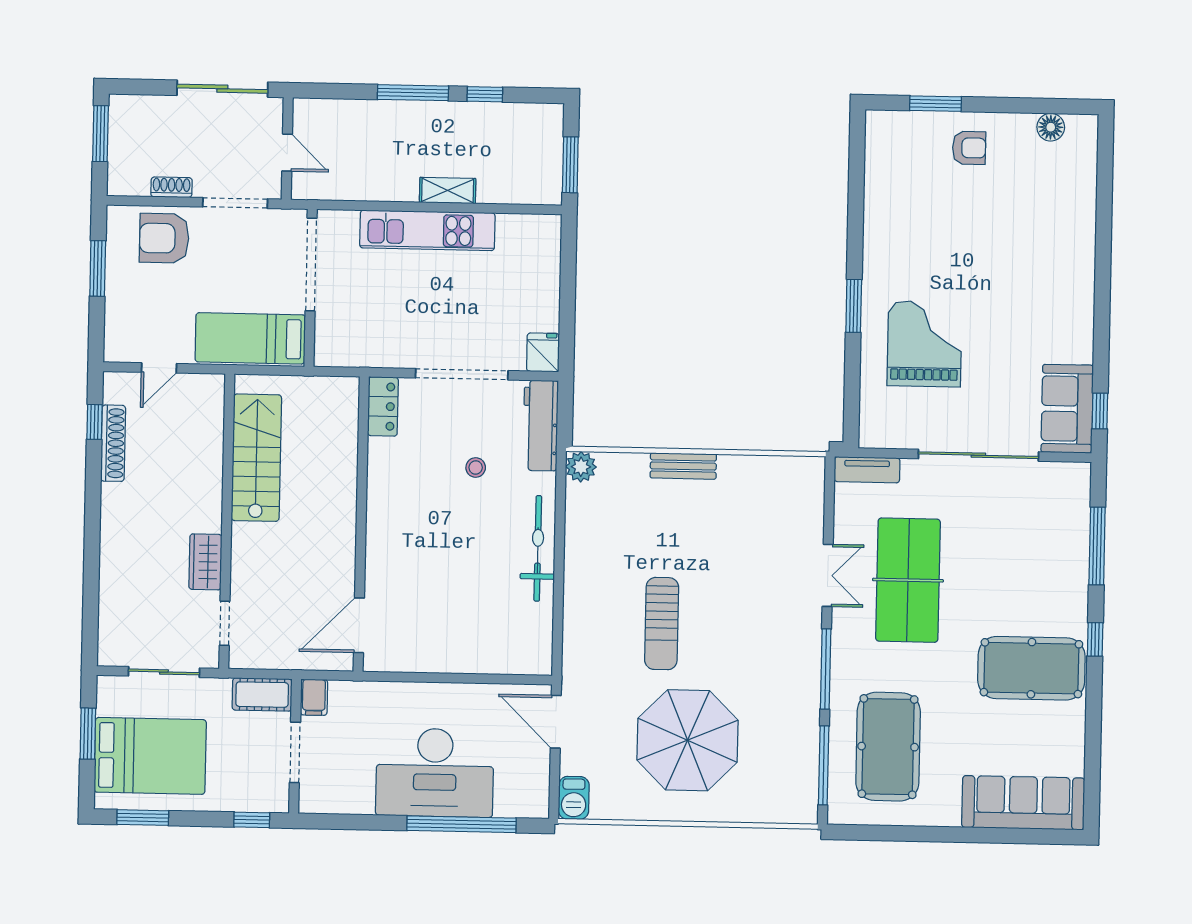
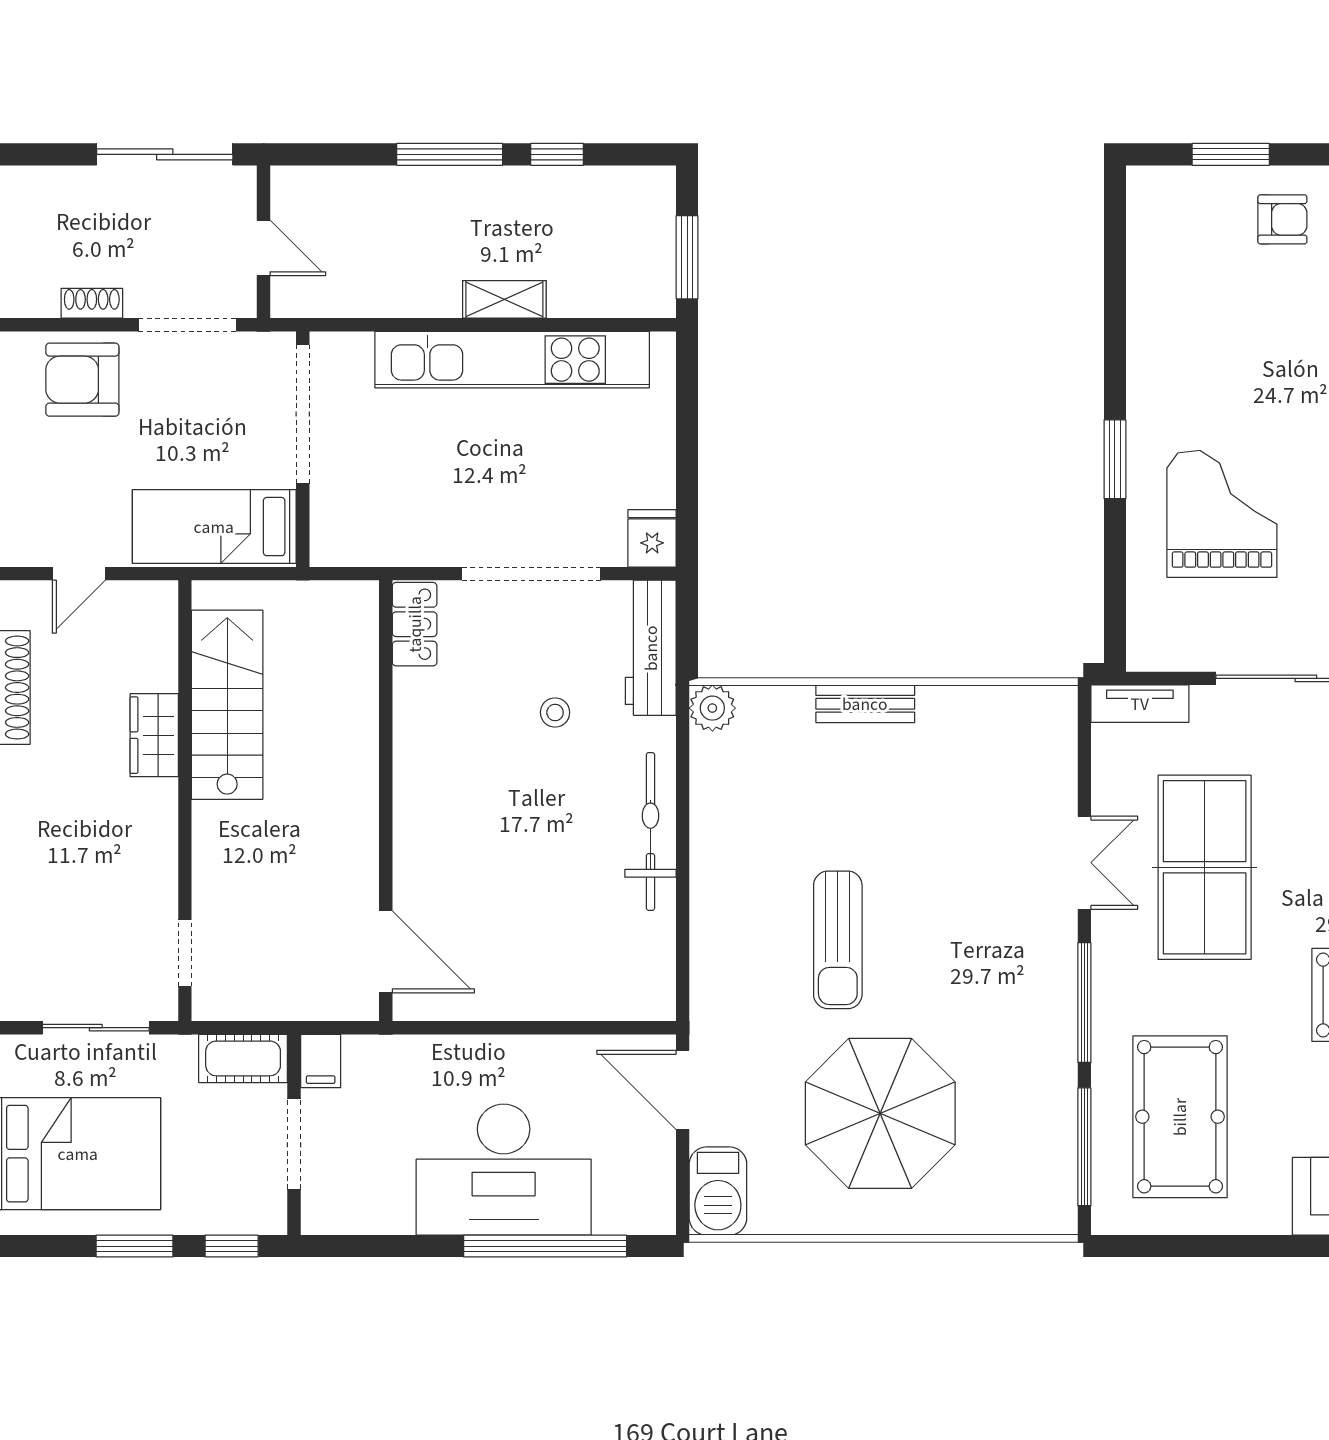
kitchen unit: (427, 230) -> (512, 360), width x1.36
wardrobe: (205, 562) -> (154, 735), moved
door: (359, 625) -> (386, 952), swing flipped
barbecue: (574, 798) -> (718, 1191), width x1.38, depth x1.27
window: (143, 818) -> (135, 1246), moved

